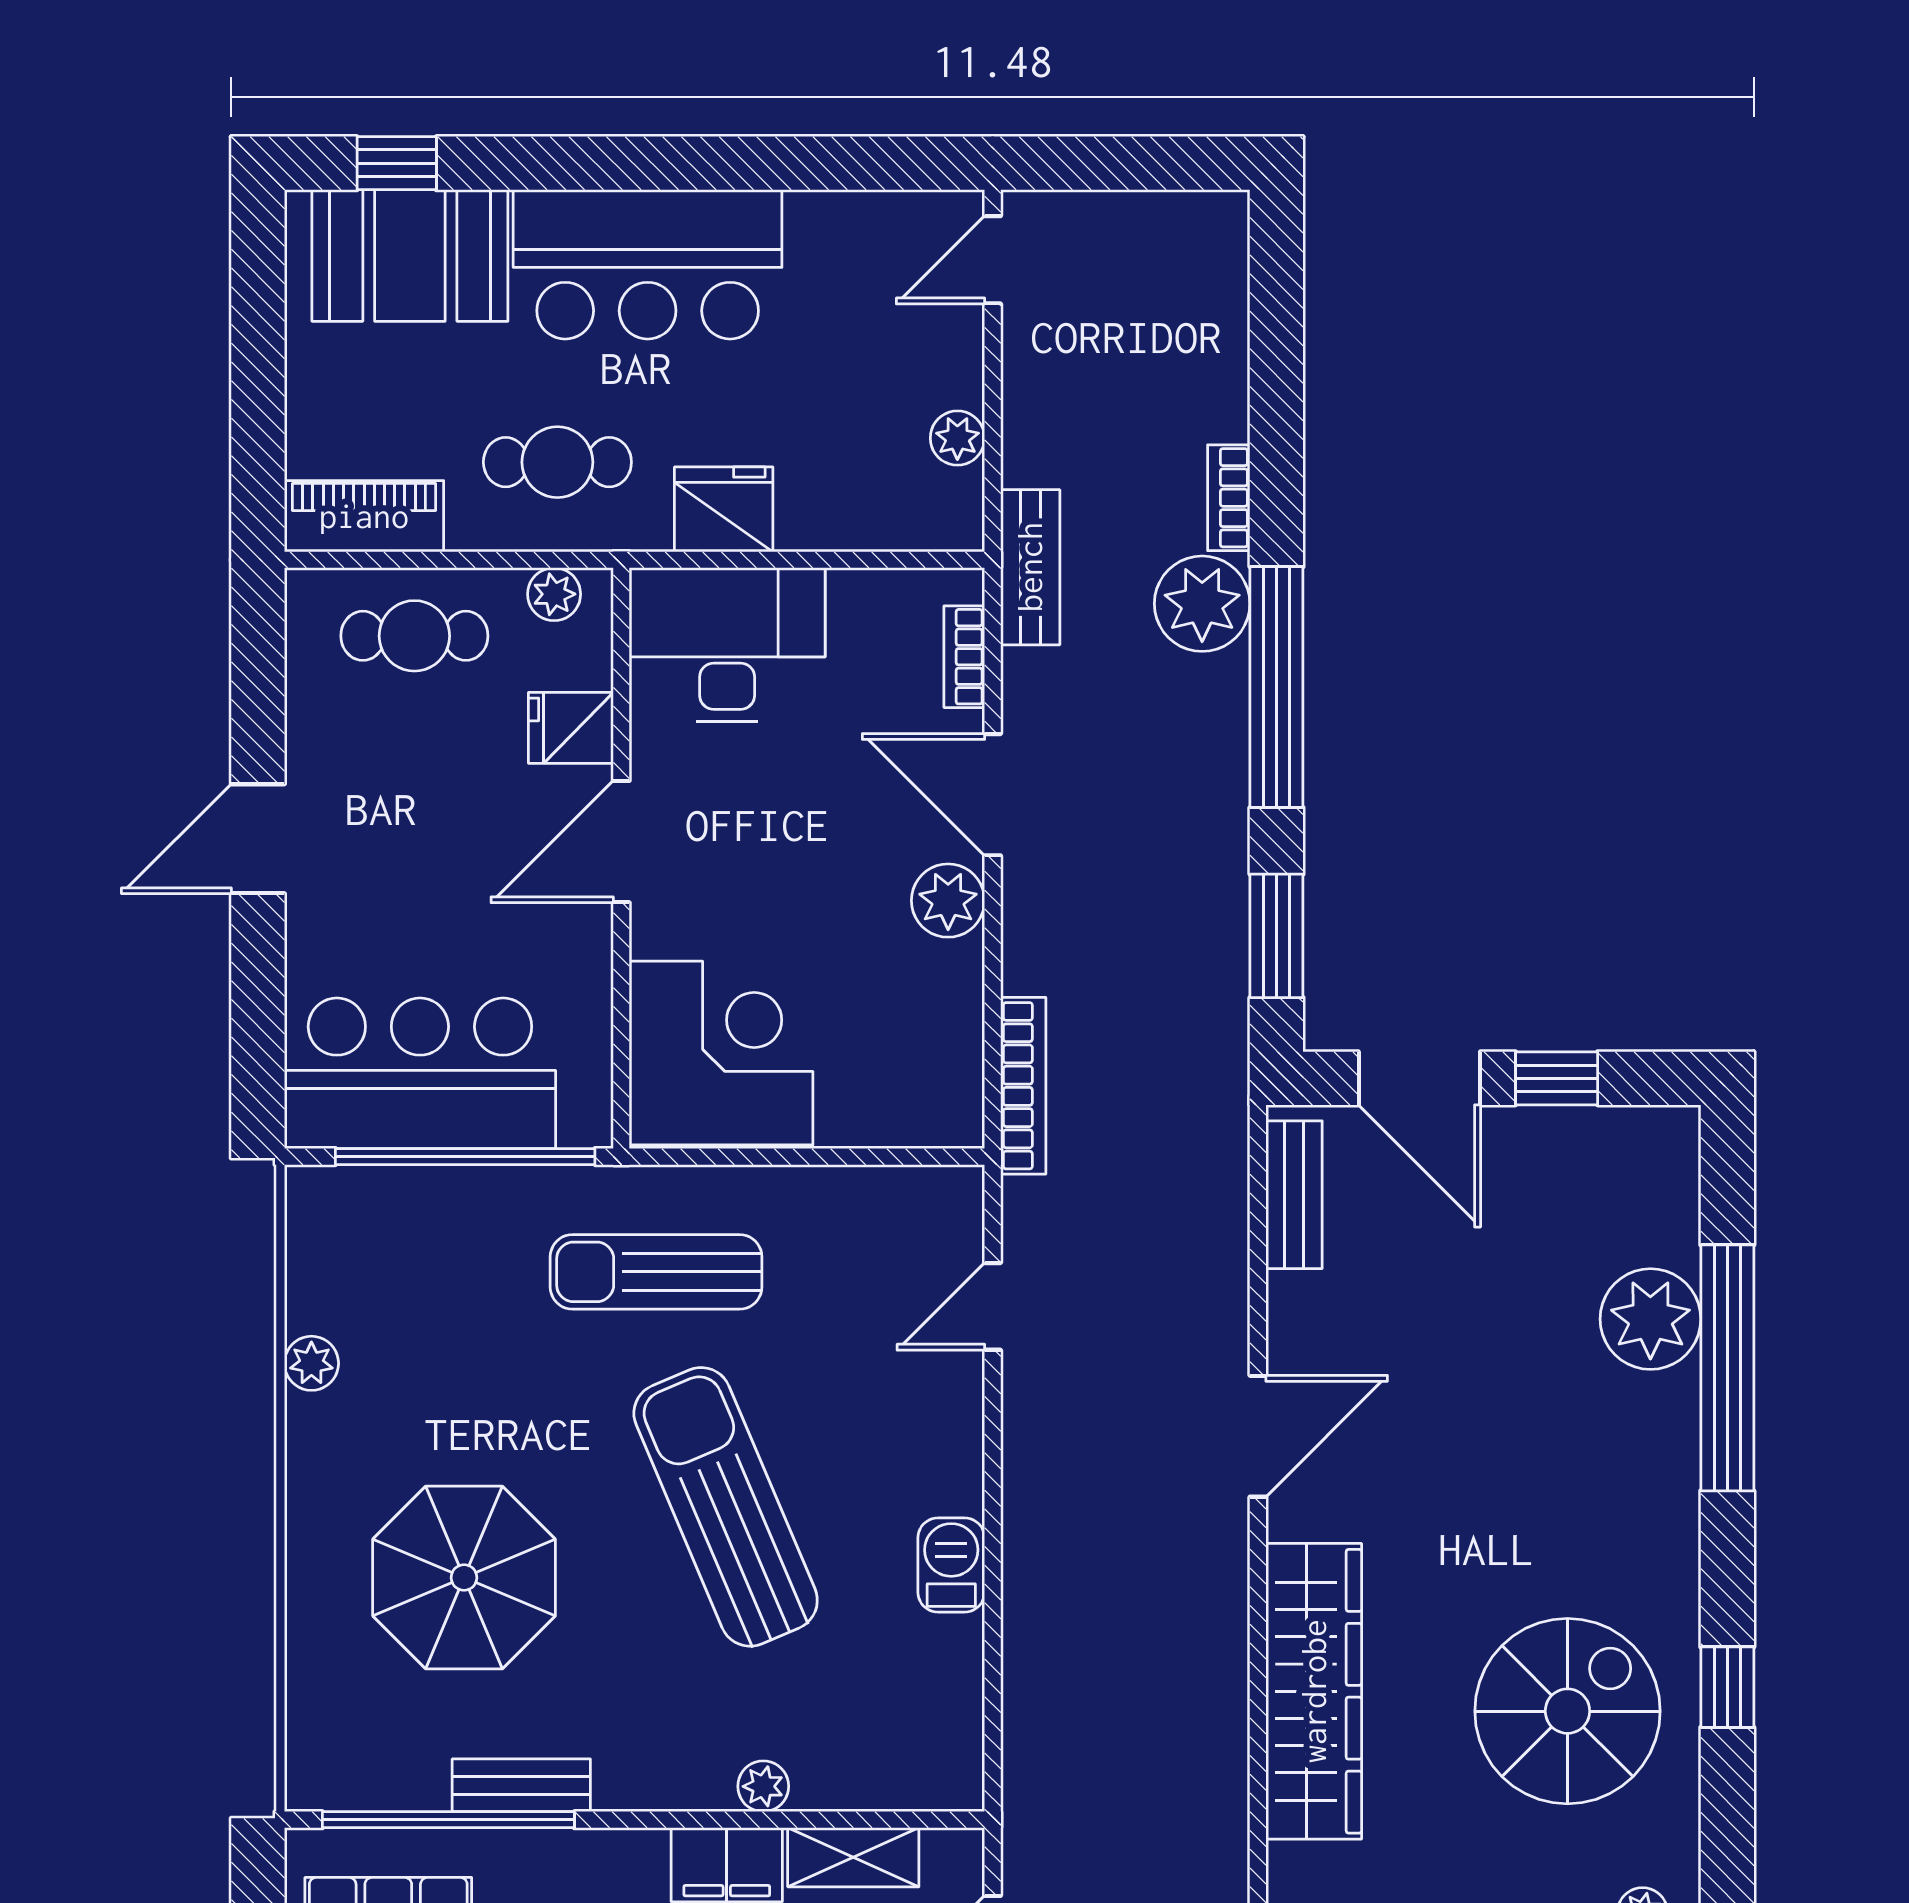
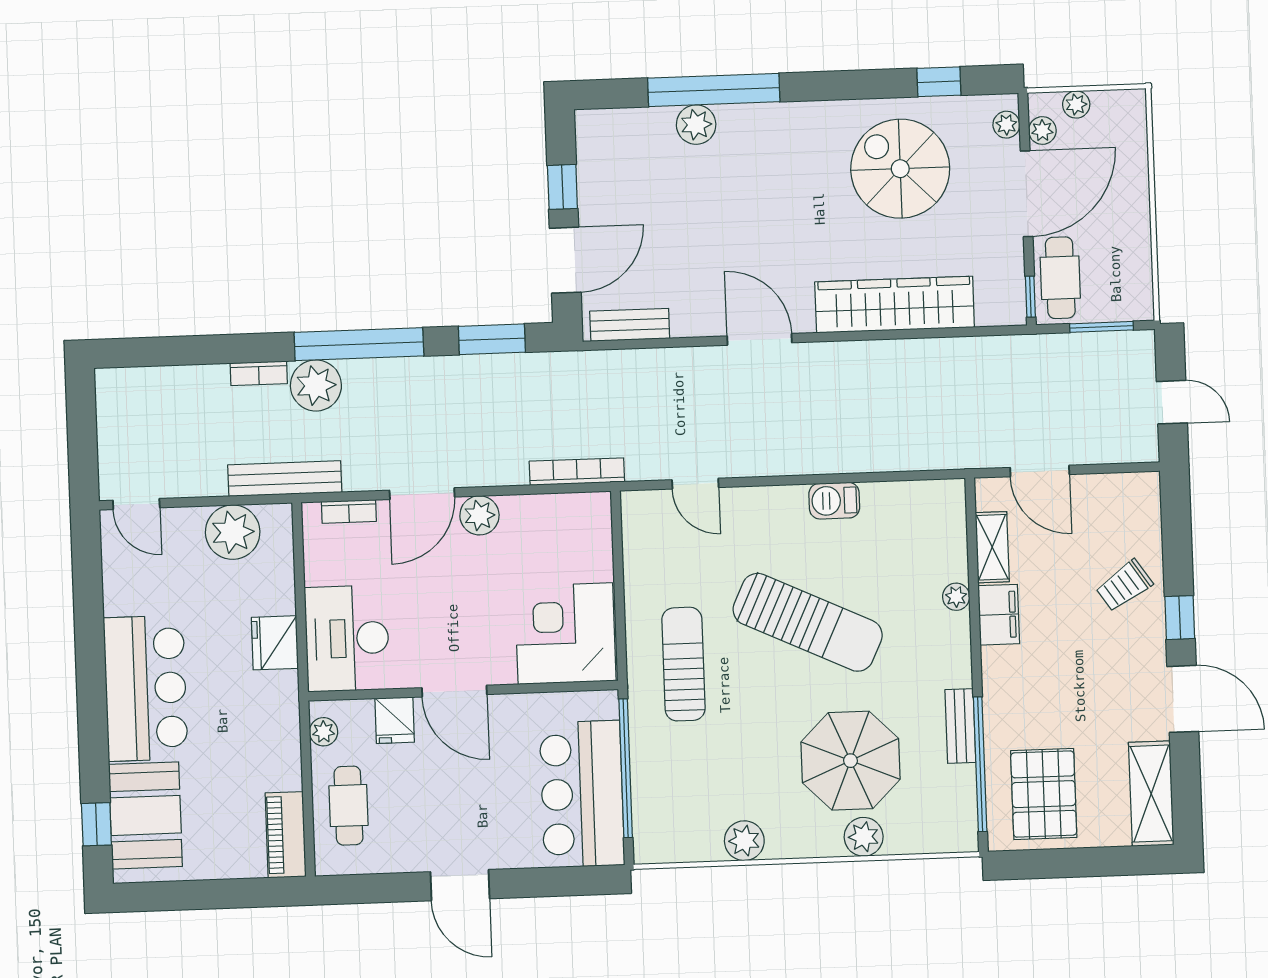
plant: (957, 438) -> (233, 532), width x1.87, depth x1.87
cafe table: (557, 462) -> (253, 733), removed
bench: (1030, 567) -> (285, 479), width x1.36
sun lounger: (656, 1272) -> (683, 664), turned 180
plant: (1650, 1319) -> (696, 125), width x0.73, depth x0.73
plant: (311, 1363) -> (744, 841), width x1.38, depth x1.38
sun lounger: (726, 1507) -> (808, 622), turned -132
plant: (321, 1597) -> (864, 837), added
window: (1727, 1687) -> (939, 82), moved

